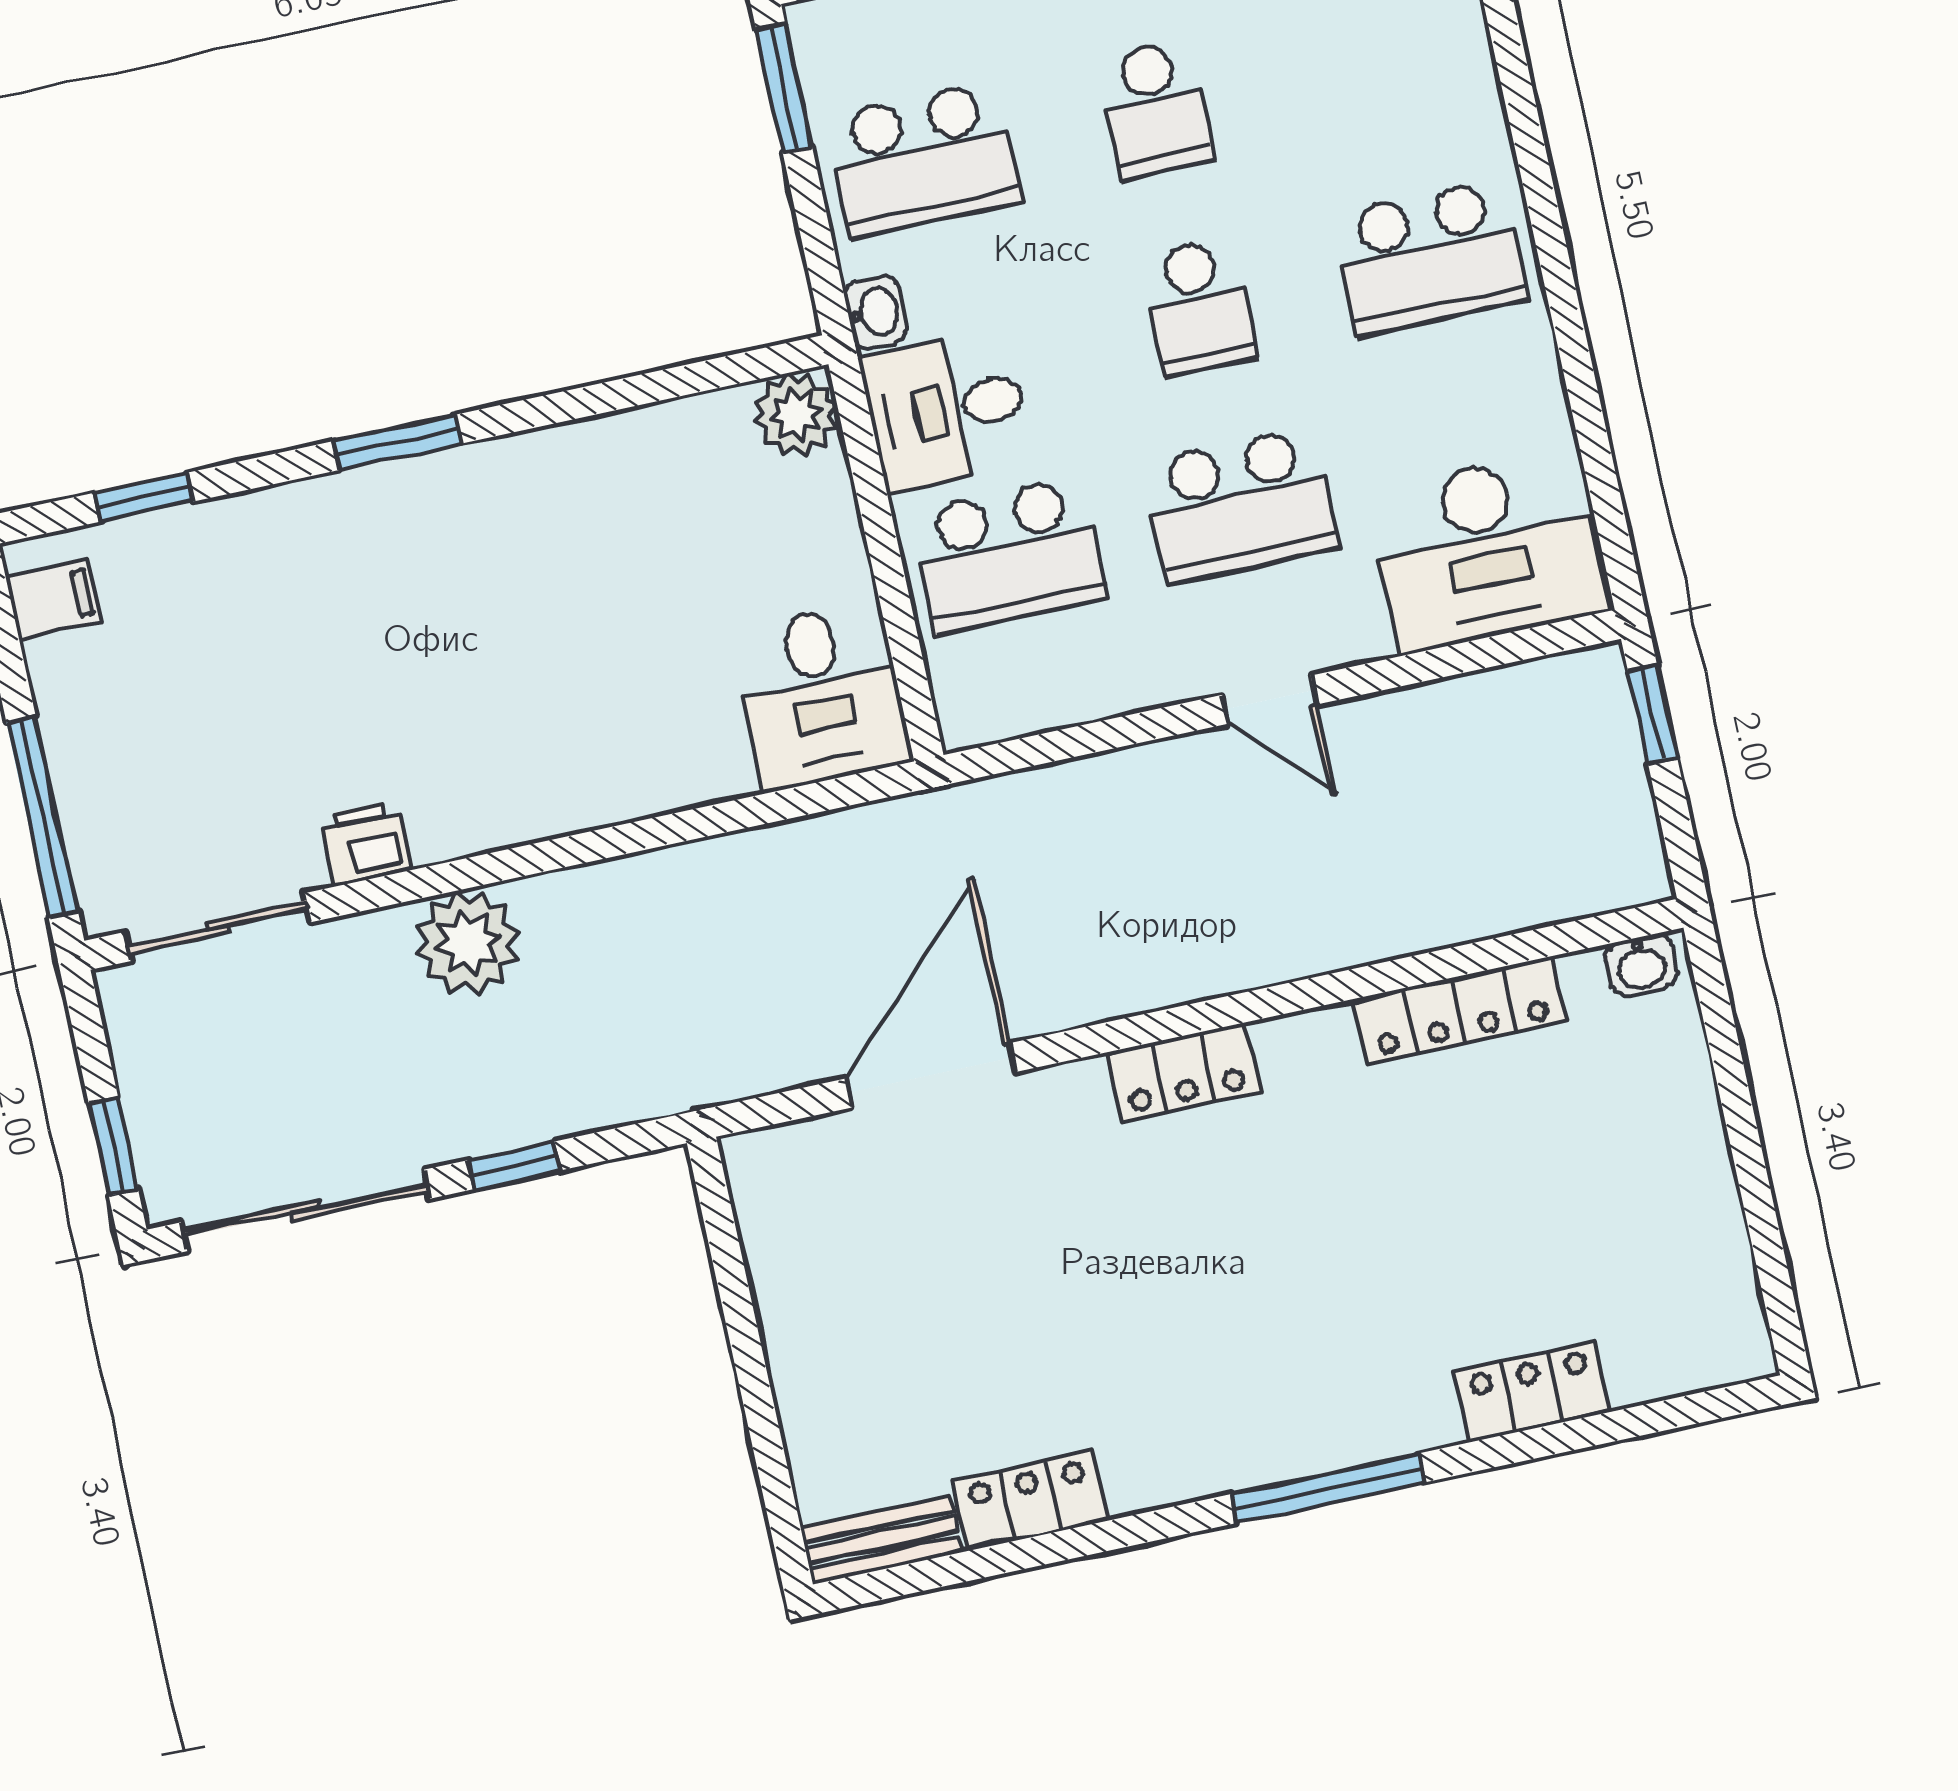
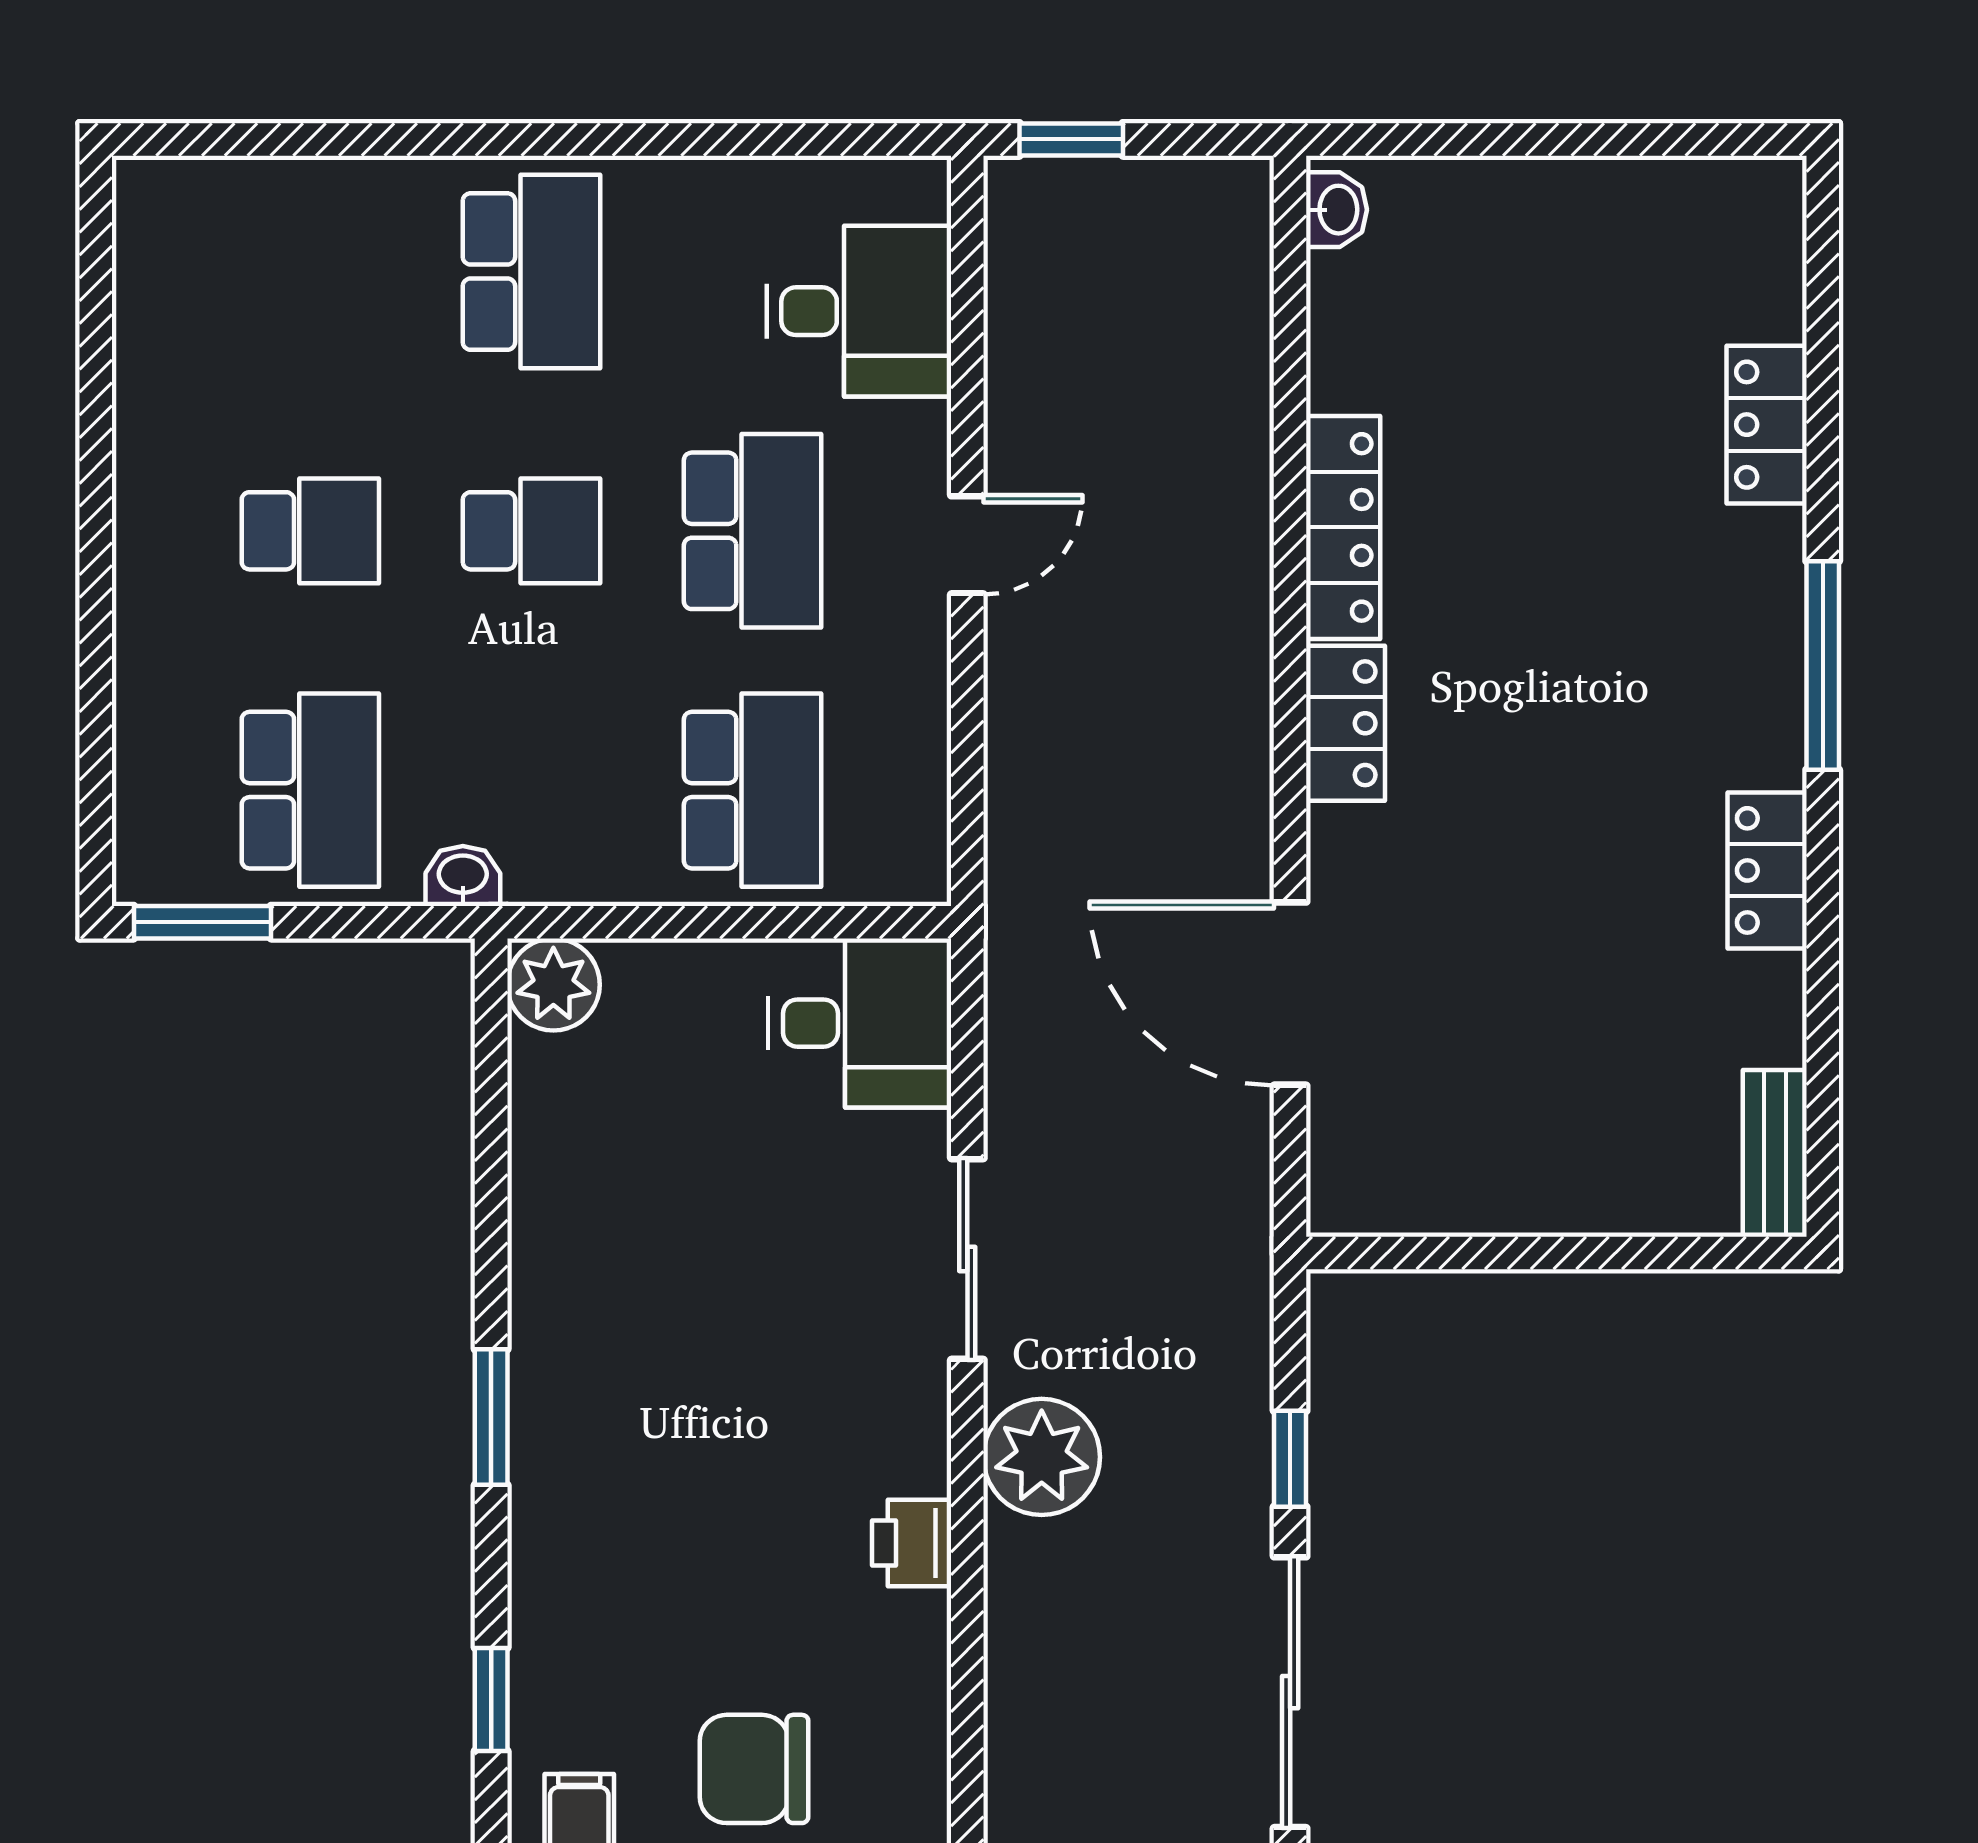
desk: (946, 410) -> (583, 823), removed
desk: (1486, 551) -> (859, 311), width x0.73
chair: (133, 746) -> (754, 1769), added
sliding door: (218, 927) -> (967, 1259), moved
locker: (1460, 1011) -> (1343, 527), moved
locker: (1030, 1500) -> (1767, 870), moved

